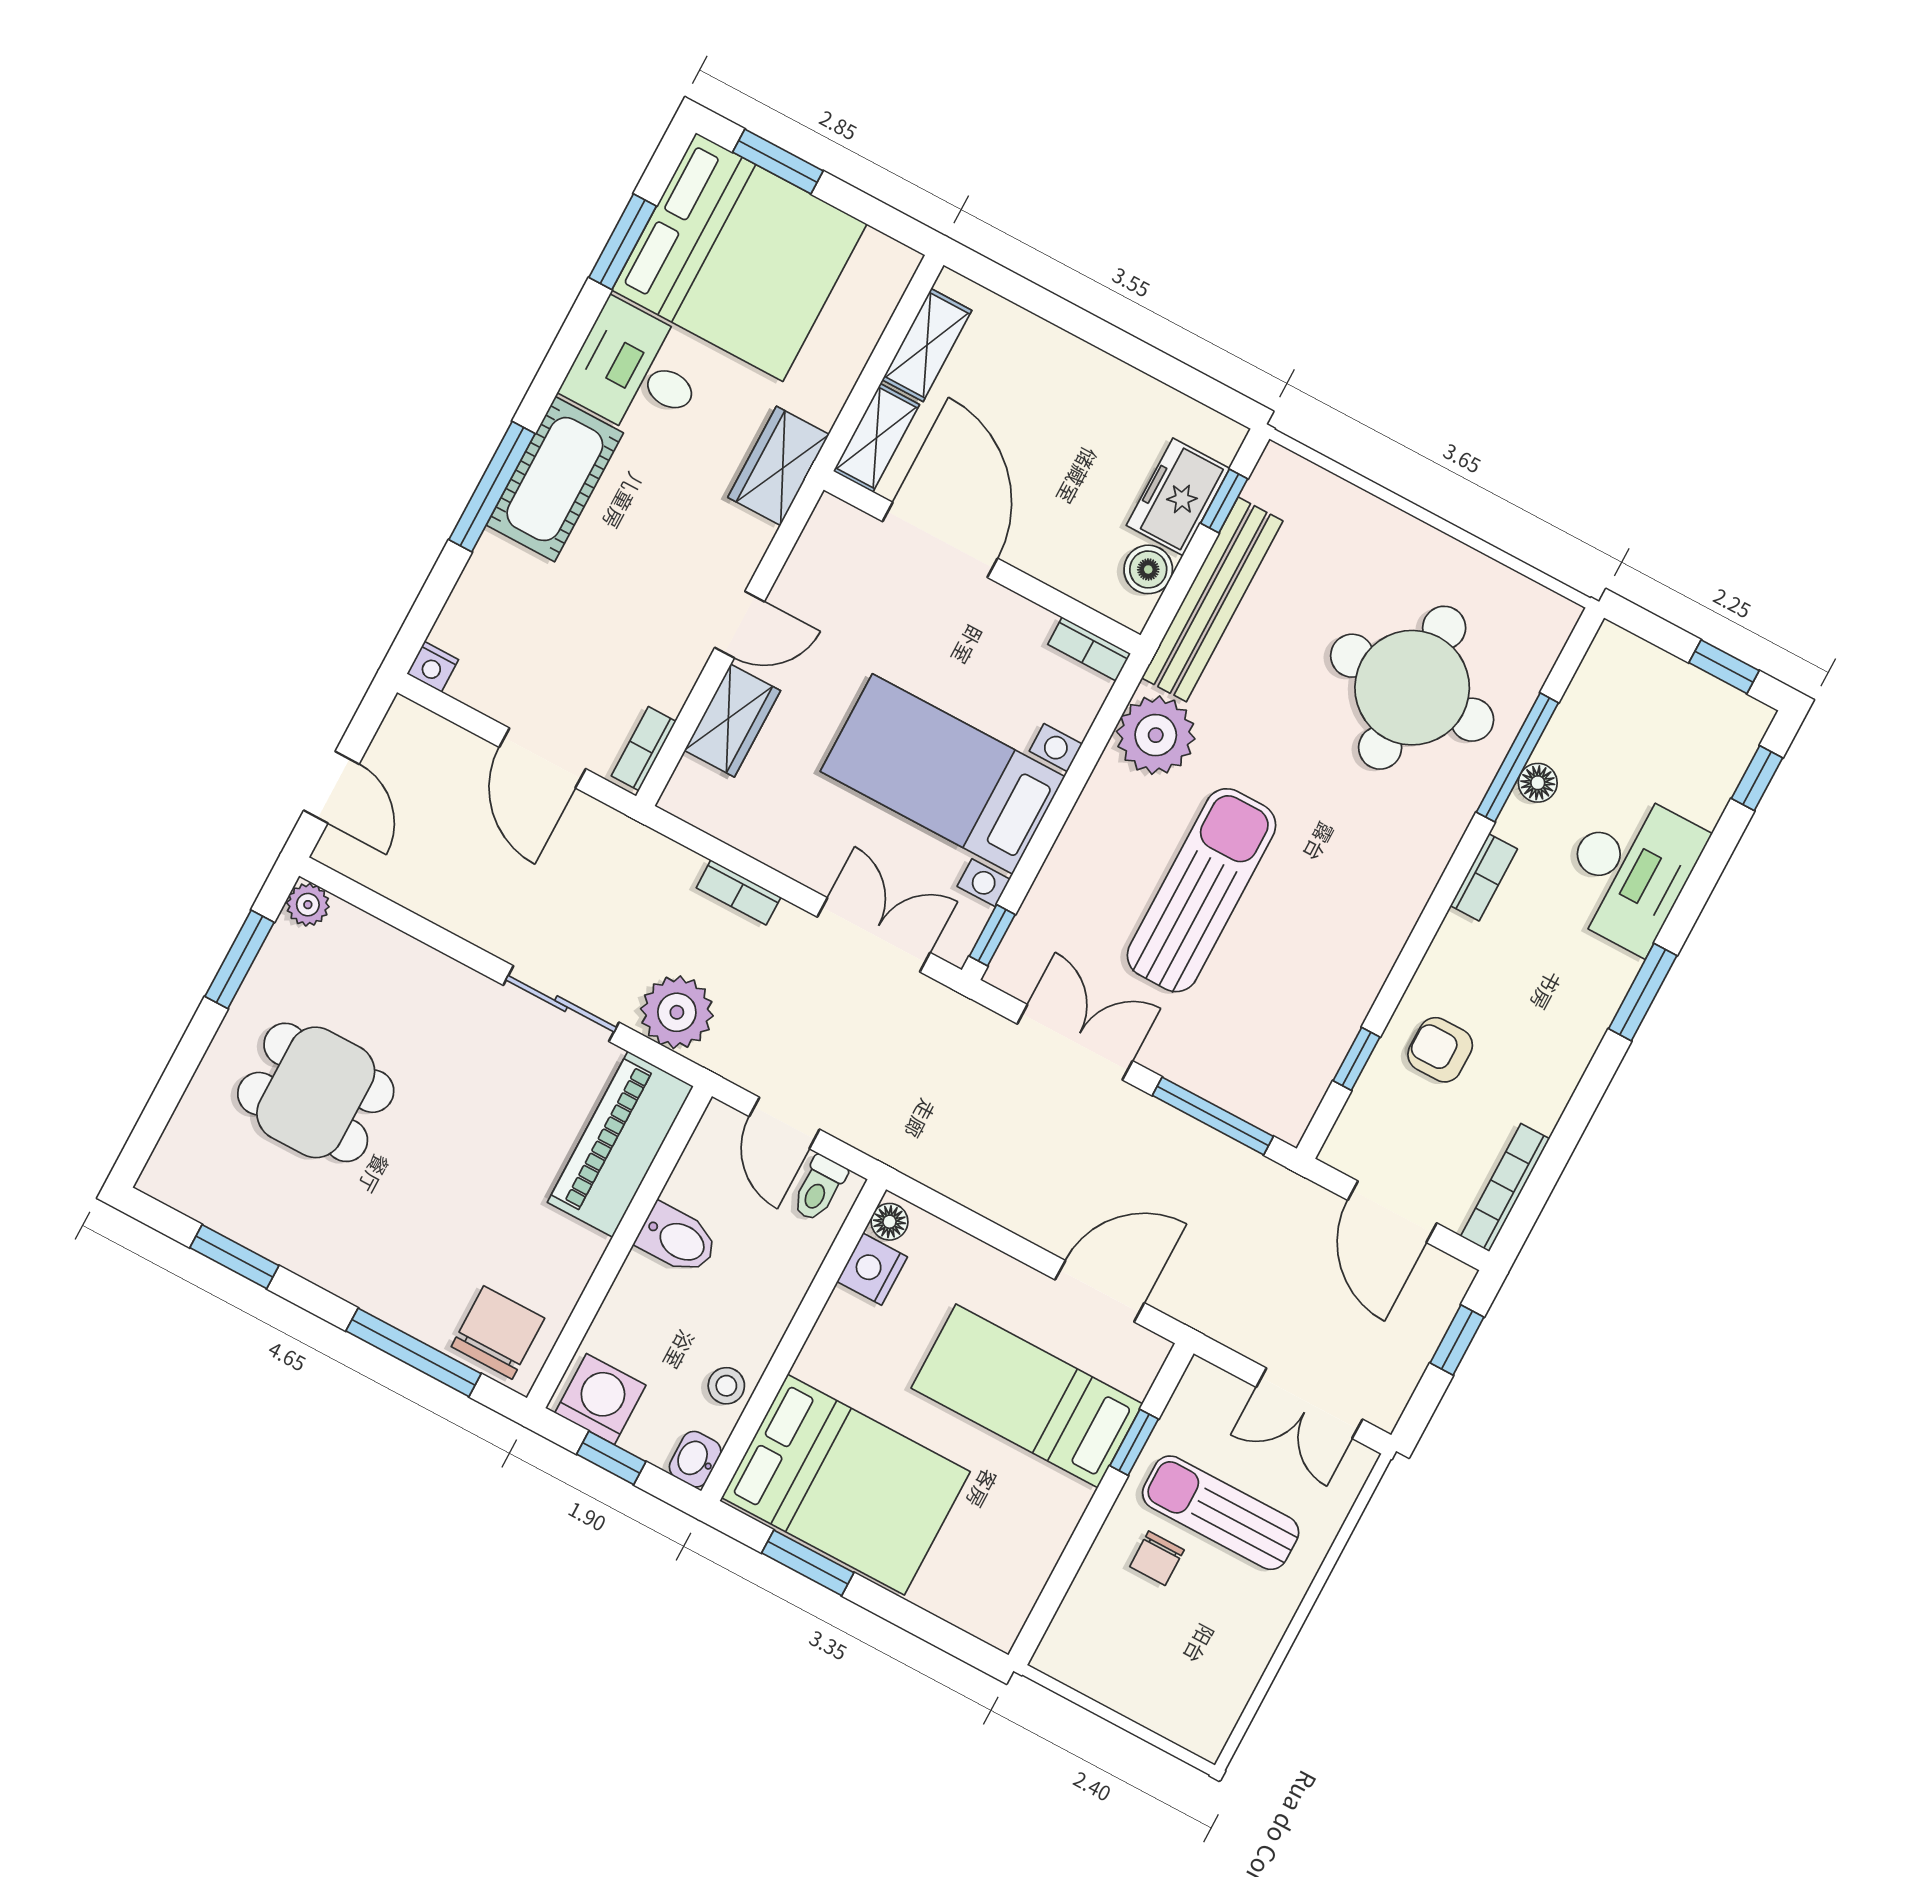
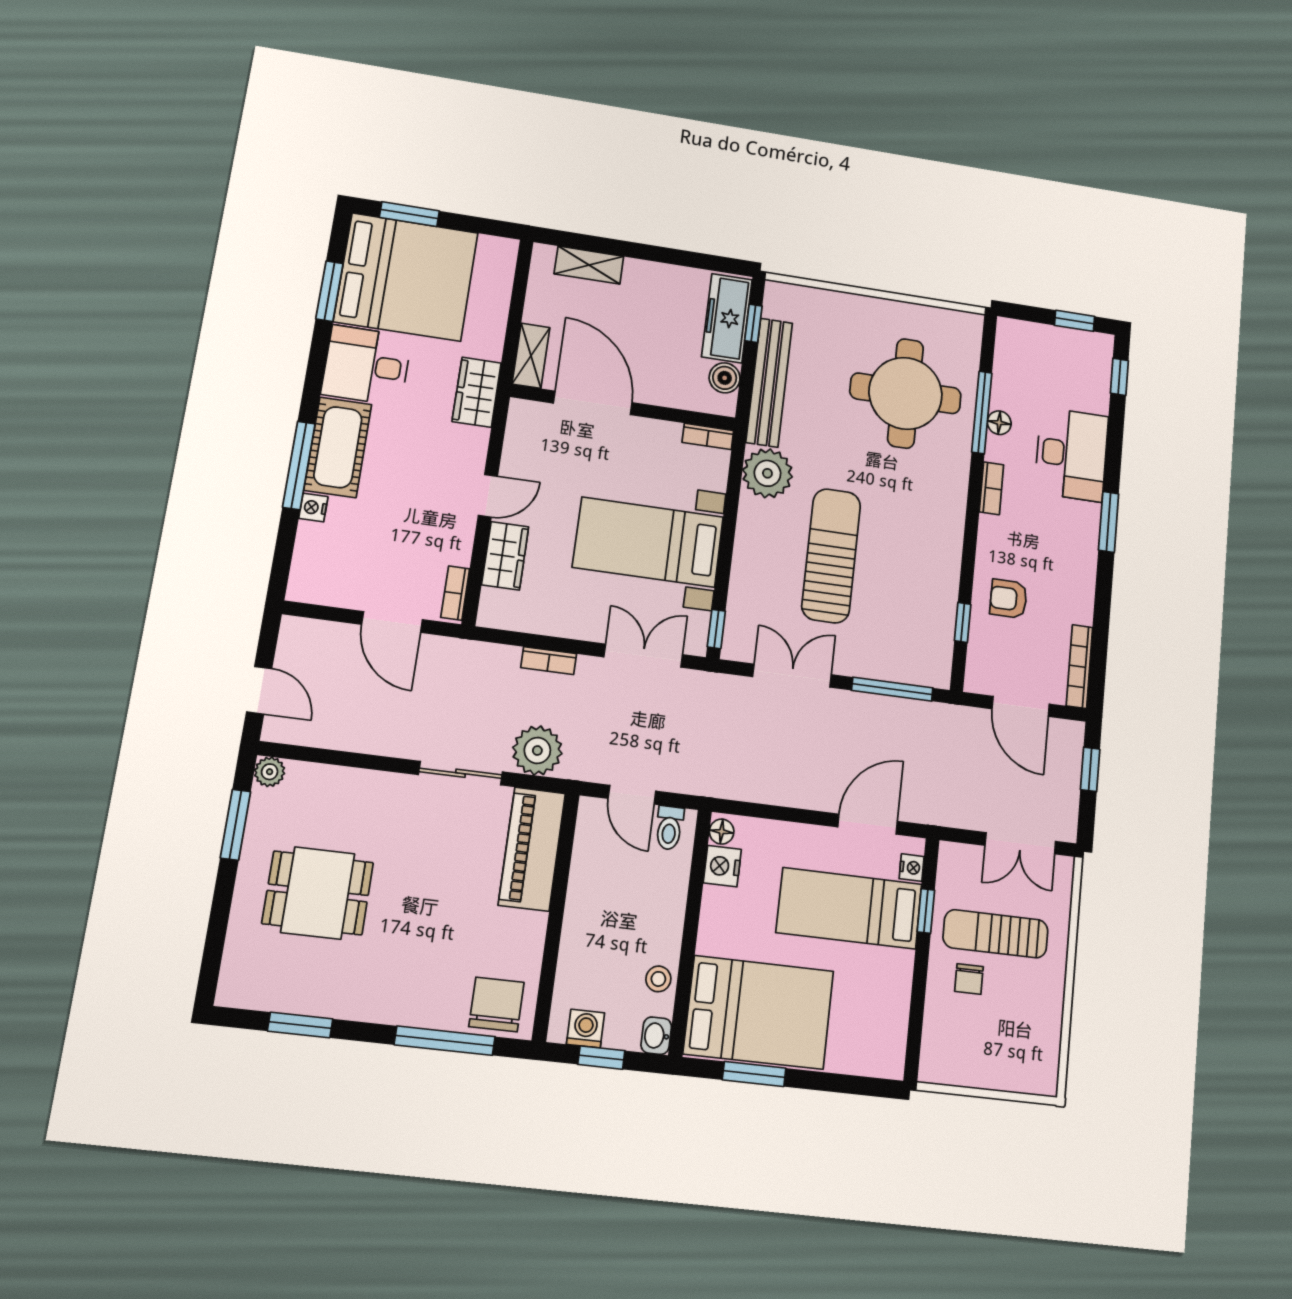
shelving: (927, 345) -> (589, 265), moved, turned 90
freezer: (1178, 497) -> (727, 318), width x1.40
nightstand: (433, 667) -> (313, 507), moved, turned 90
bidet: (677, 1239) -> (592, 896), removed
nightstand: (1138, 1375) -> (912, 868), added
washing machine: (600, 1399) -> (586, 1029), width x0.73, depth x0.73

